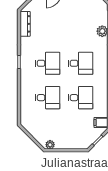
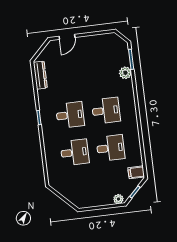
plant: (50, 145) -> (118, 199), moved

